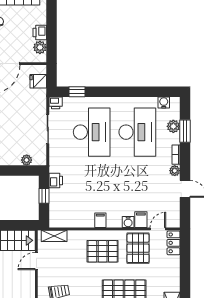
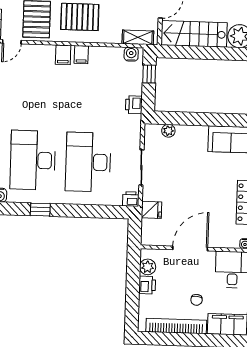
fridge: (38, 81) -> (151, 210), moved
window: (77, 92) -> (40, 210), moved
window: (44, 196) -> (149, 74), moved
filing cabinet: (141, 220) -> (63, 55), moved
water cooler: (128, 222) -> (131, 54), moved

